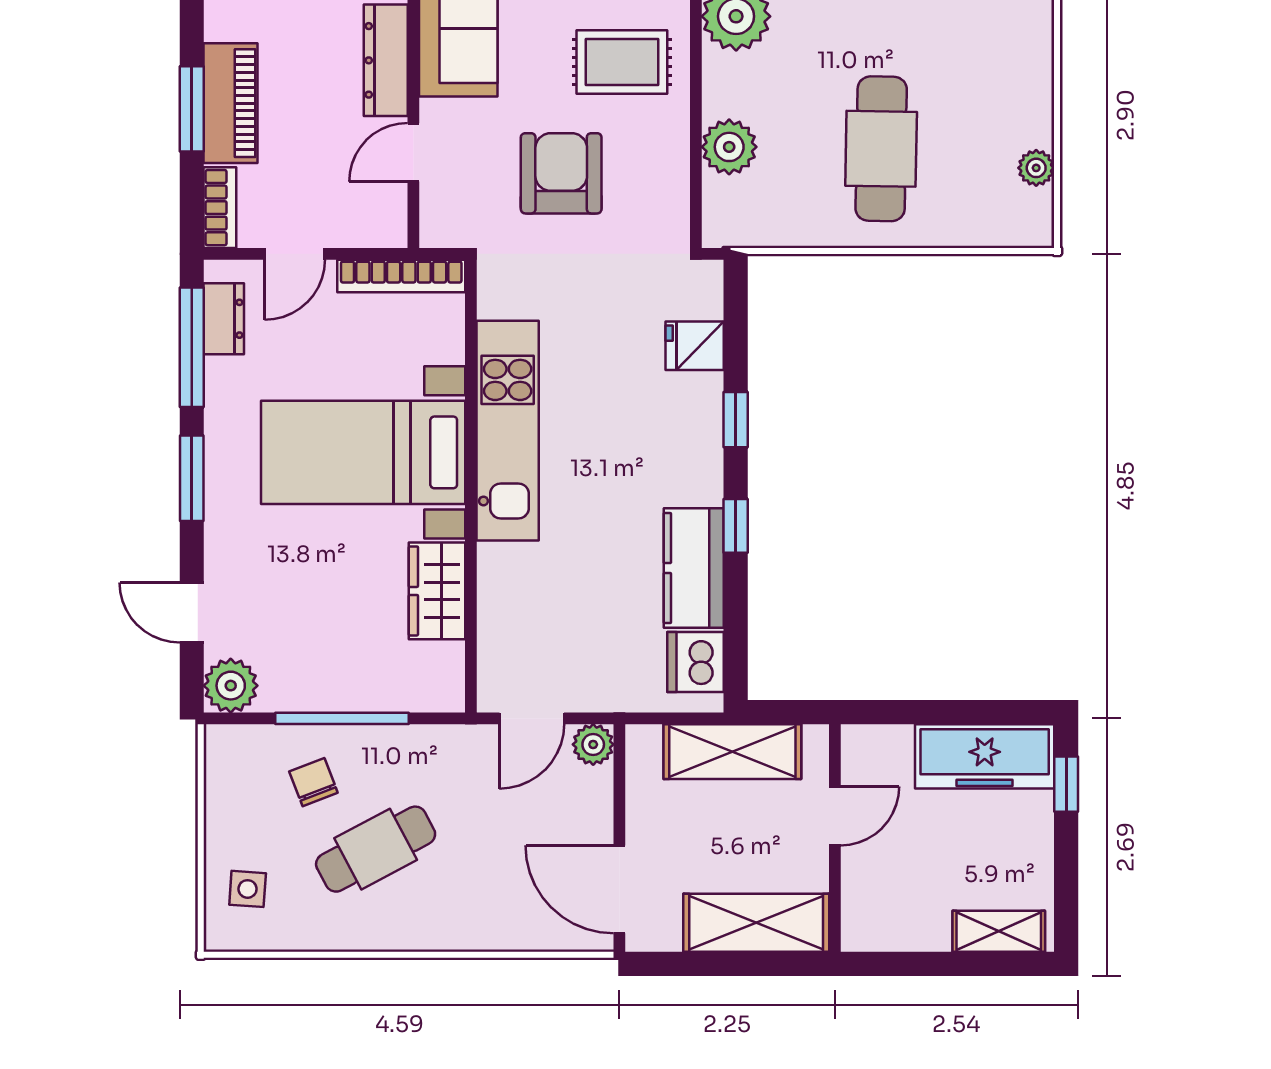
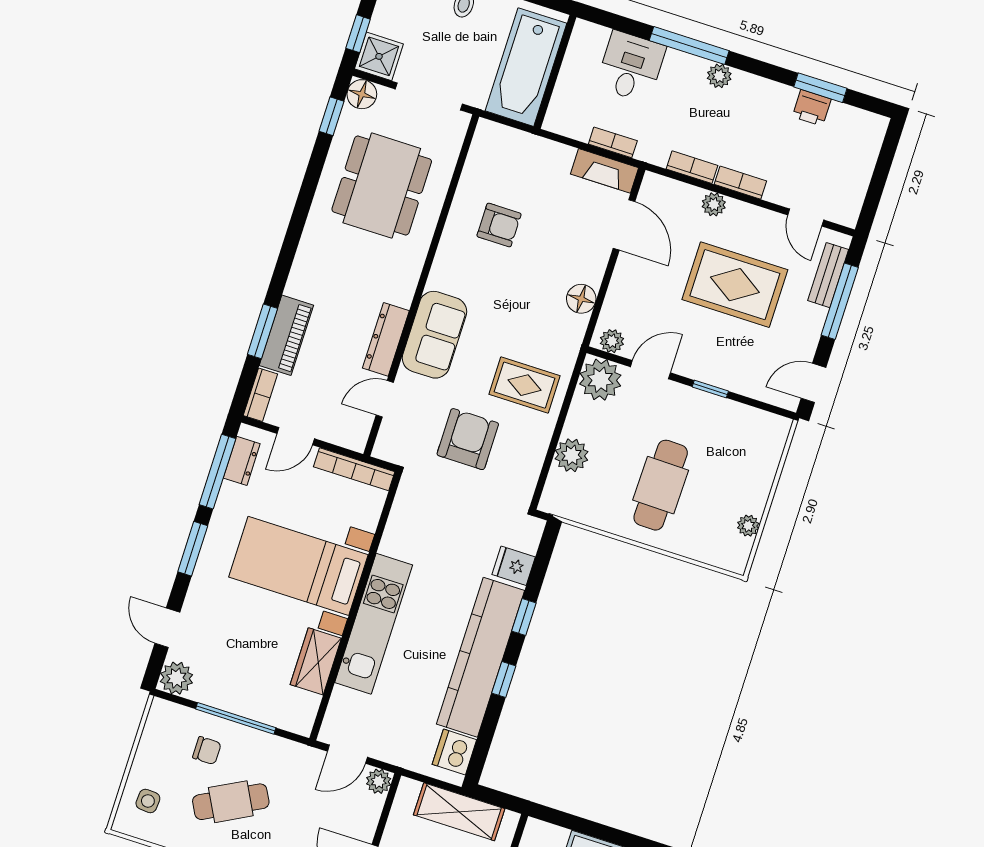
kitchen unit: (508, 431) -> (374, 624), moved
kitchen counter: (694, 568) -> (480, 657), width x2.08, depth x1.17
chair: (313, 782) -> (207, 751), turned 111

